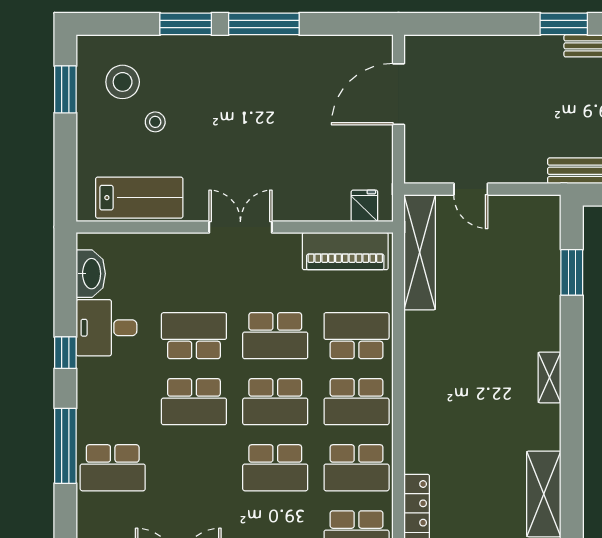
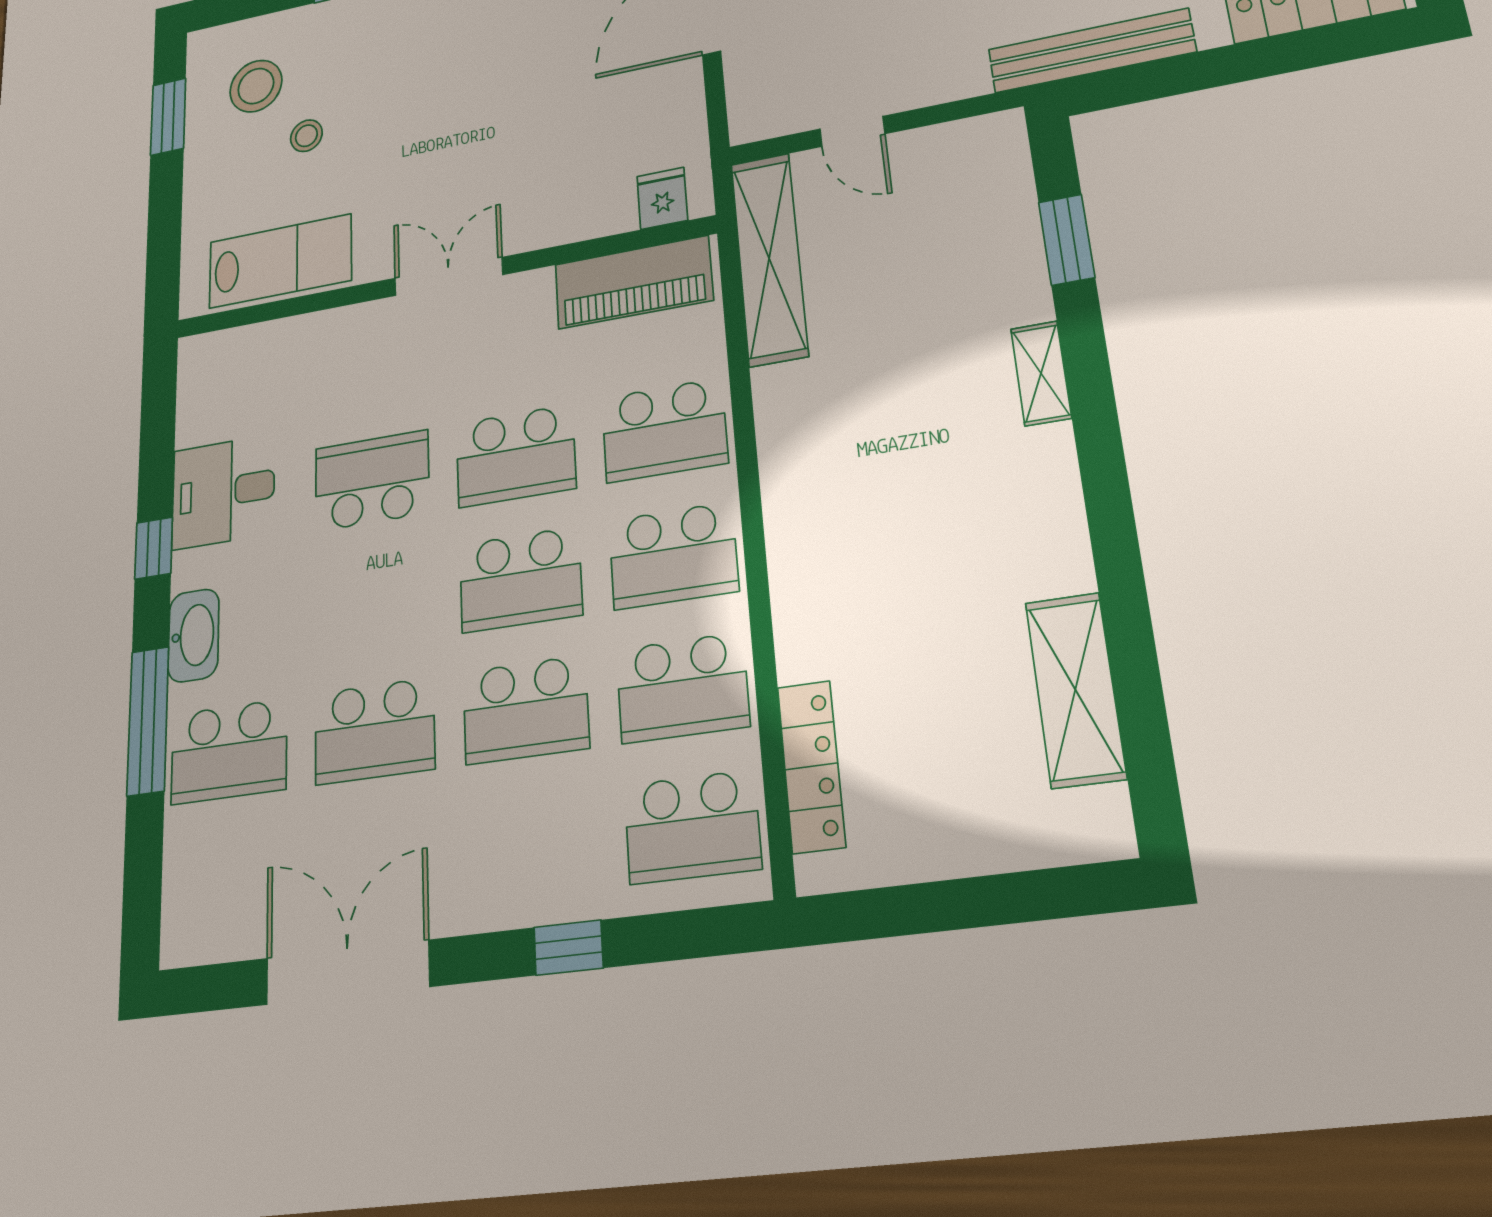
washbasin: (91, 274) -> (194, 635), moved
school desk: (357, 336) -> (664, 430), turned 180
shelving: (550, 377) -> (1041, 373), moved
school desk: (194, 402) -> (375, 731), moved

